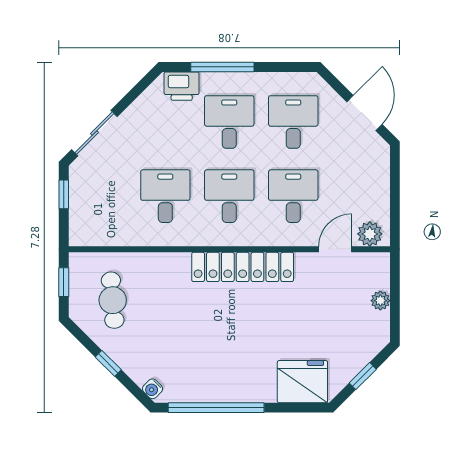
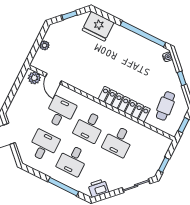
printer: (182, 86) -> (98, 188), moved, turned -45
desk: (293, 122) -> (44, 146), turned 180
desk: (293, 196) -> (60, 112), turned 180
door: (335, 249) -> (53, 79), hinge flipped
locker: (243, 267) -> (124, 104), moved

